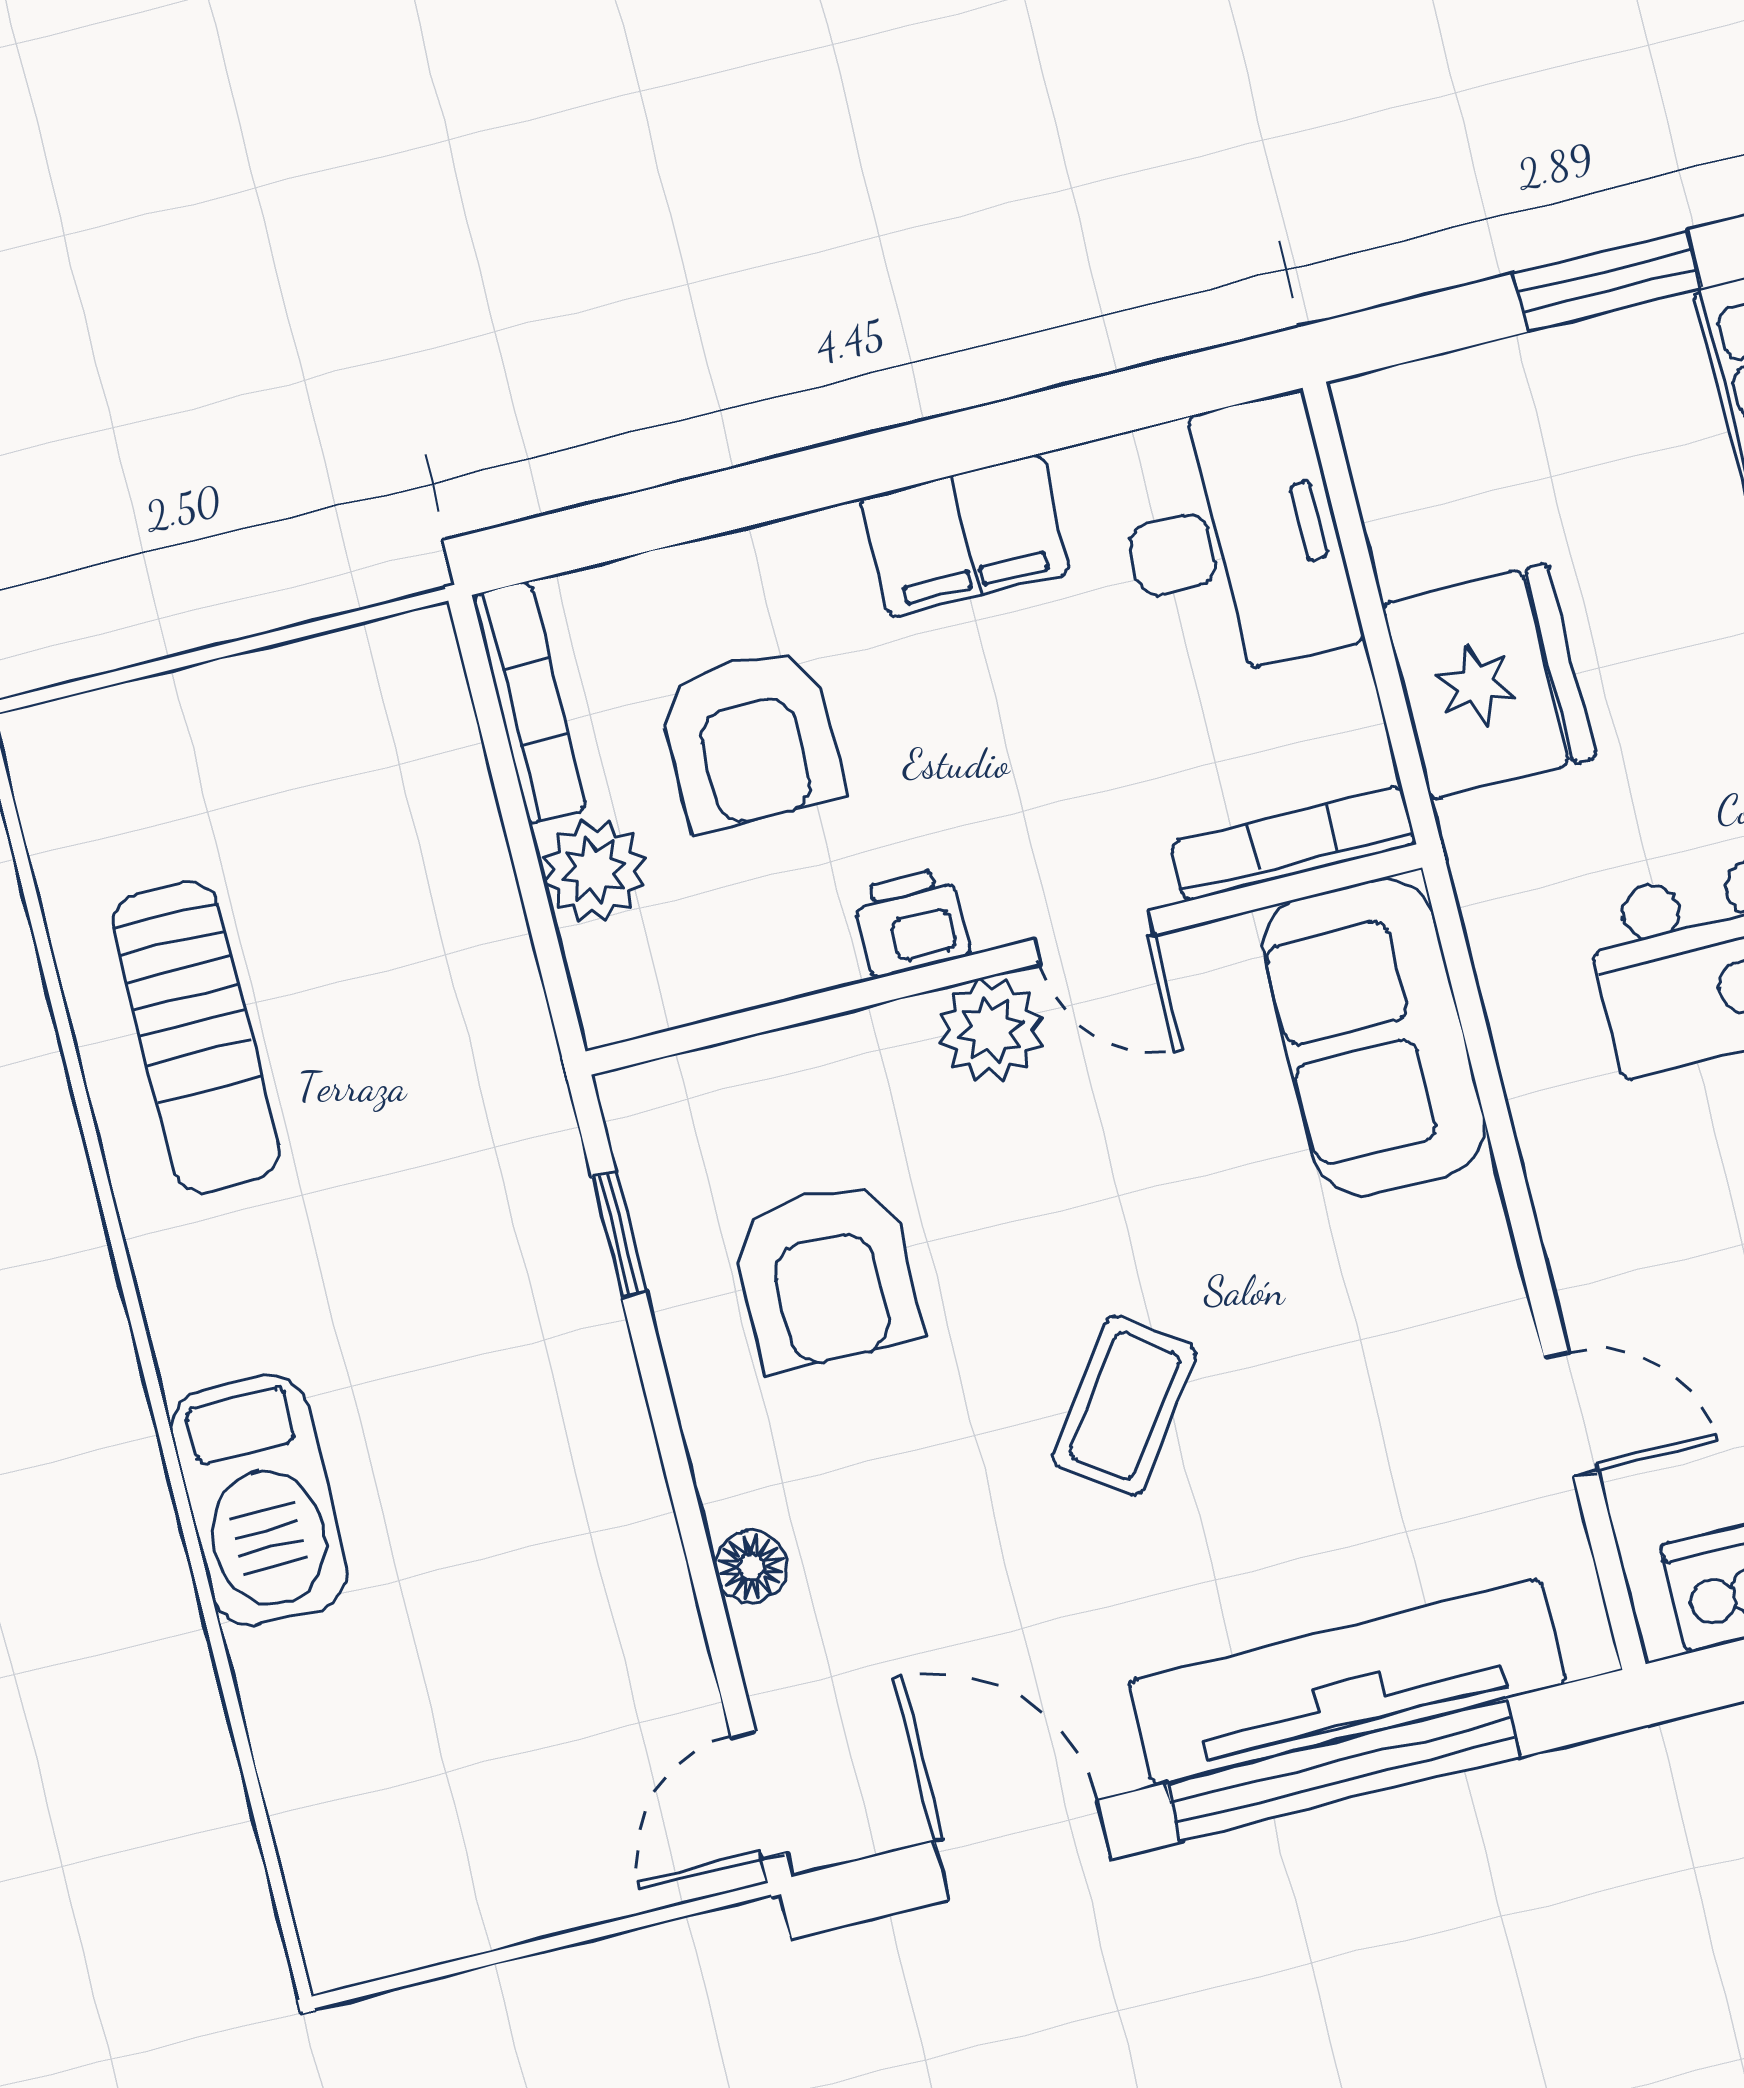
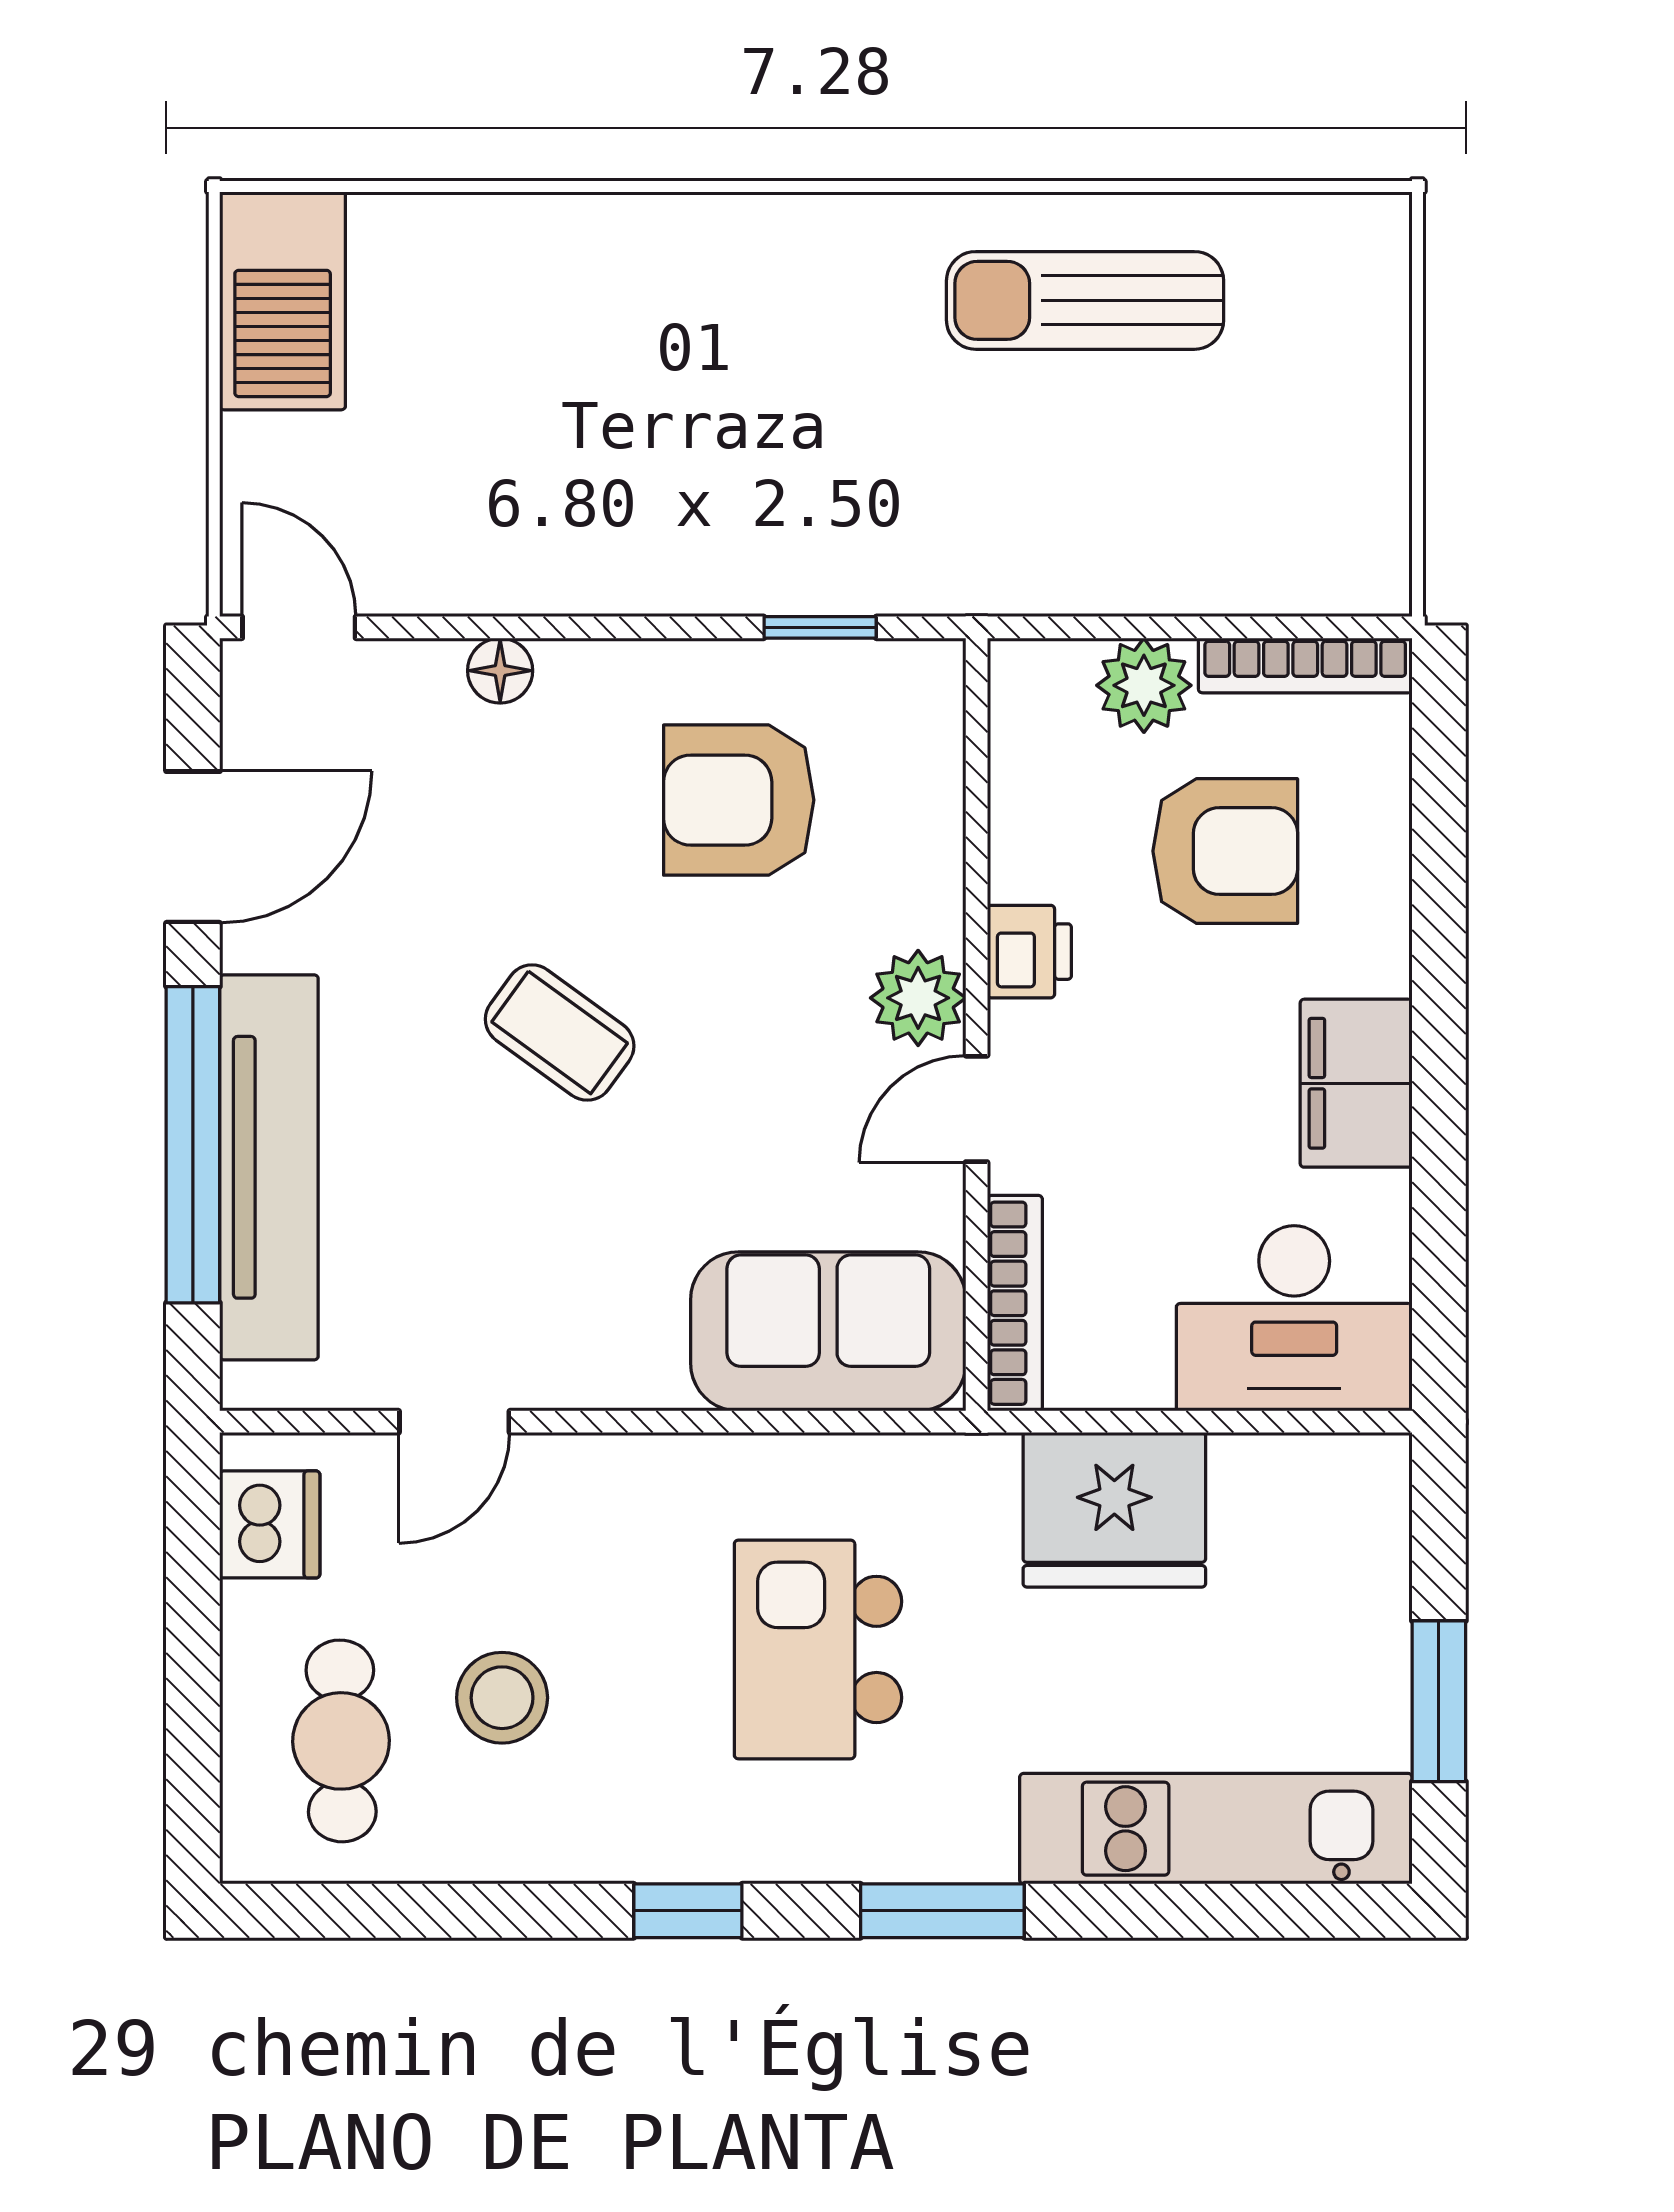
armchair: (751, 739) -> (1225, 851), turned 180
barbecue: (259, 1500) -> (283, 301), moved, turned -90

